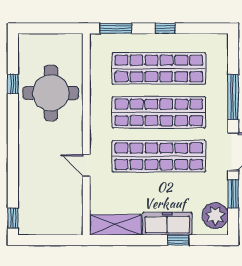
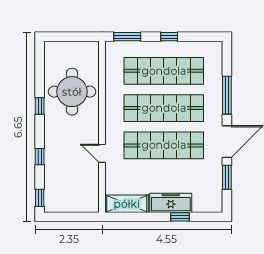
window: (13, 84) -> (40, 106), moved
window: (13, 169) -> (40, 157), added
plant: (215, 216) -> (212, 196), removed

